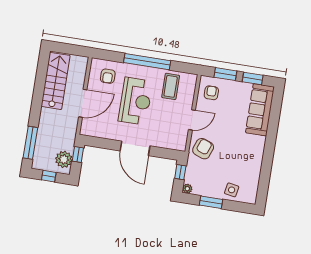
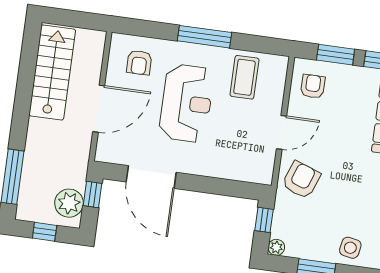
window: (147, 62) -> (204, 37), width x0.68
door: (135, 148) -> (151, 177), moved

